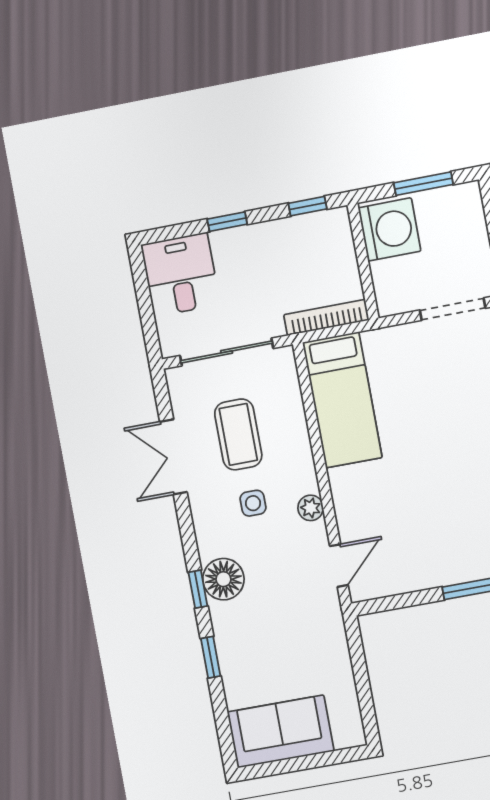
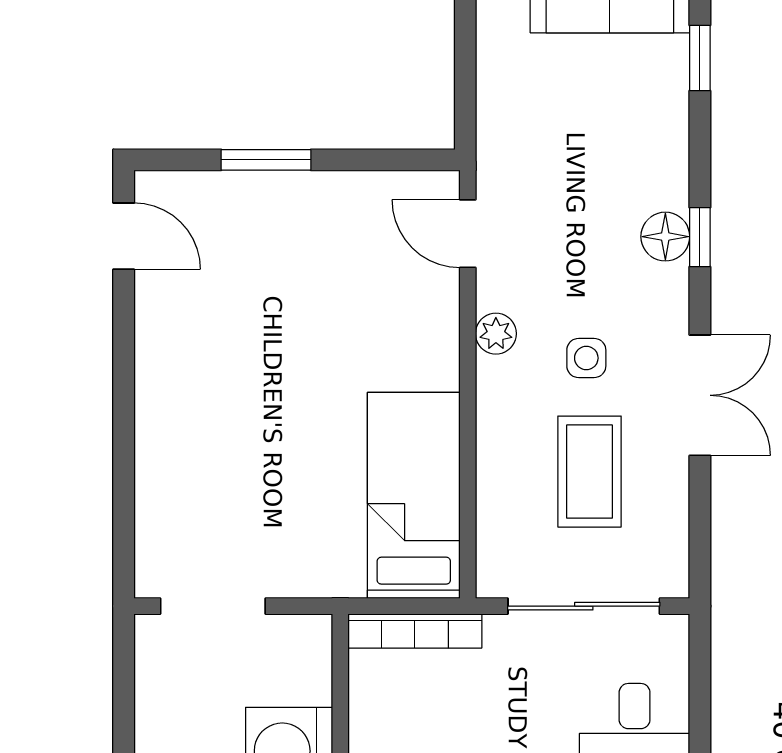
double door: (173, 457) -> (700, 395), moved
door: (339, 566) -> (468, 234), hinge flipped
floor lamp: (223, 579) -> (665, 237), width x0.73, depth x0.73
window: (211, 657) -> (700, 58), moved

